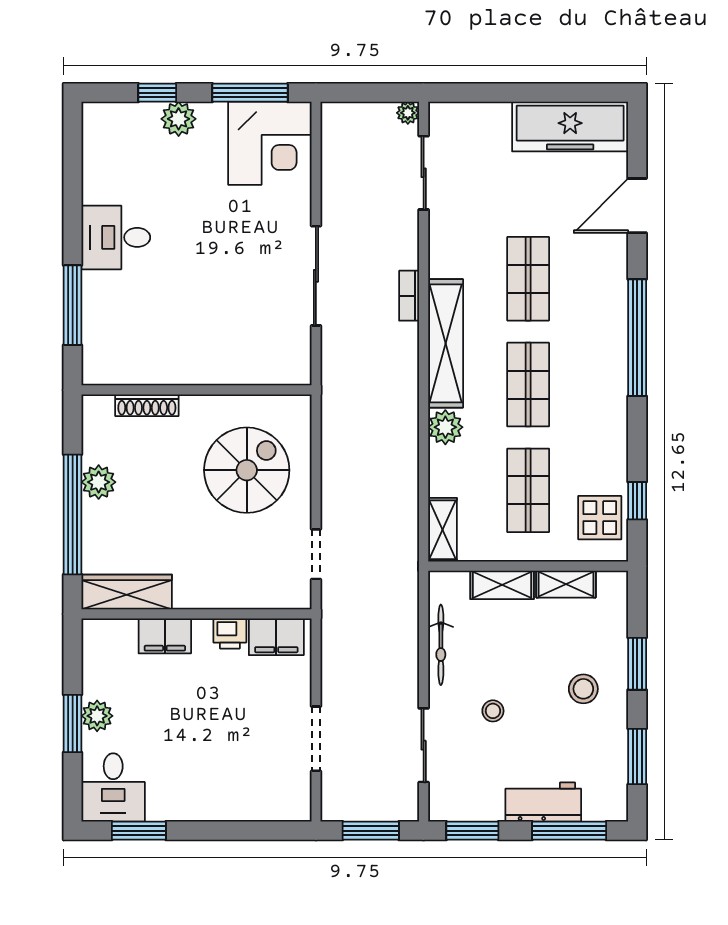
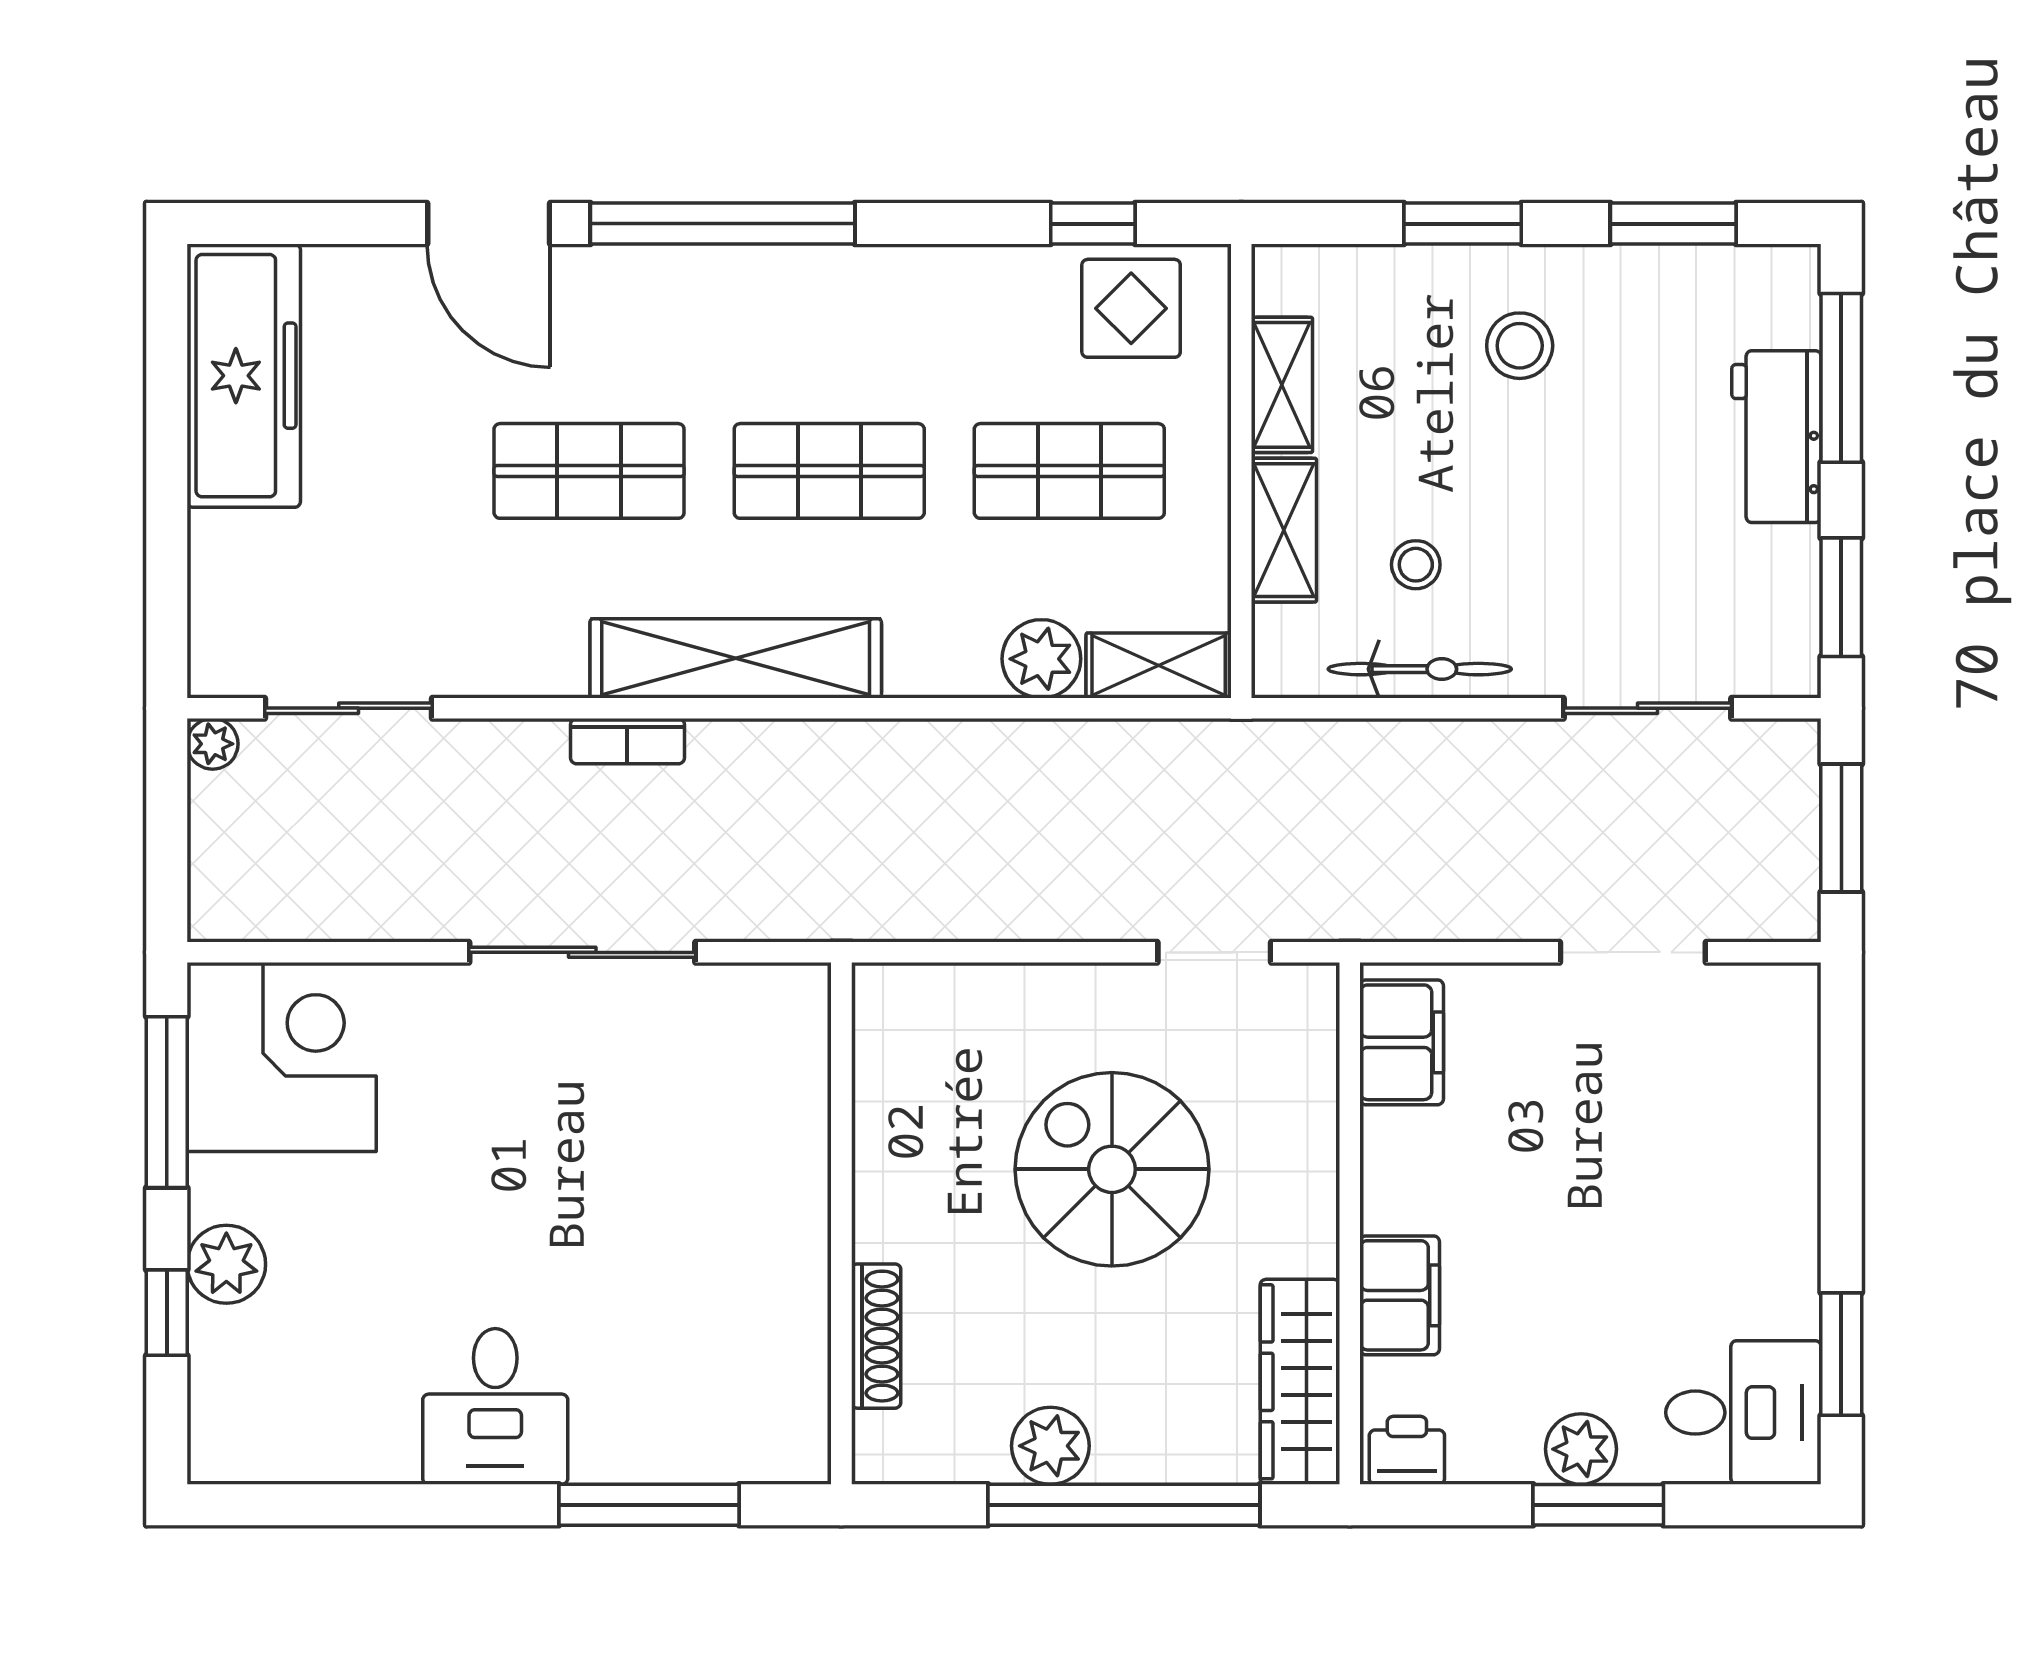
door: (637, 206) -> (489, 224), moved
plant: (445, 427) -> (1041, 659), moved
spiral stairs: (247, 470) -> (1112, 1169), moved
printer: (230, 633) -> (1407, 1450), moved, turned -90
stool: (493, 711) -> (1416, 565), moved

